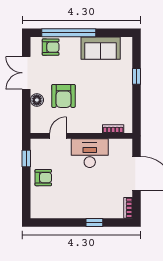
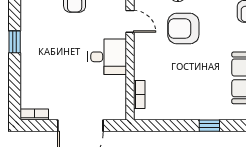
desk: (90, 153) -> (107, 57), width x0.73
window: (94, 223) -> (15, 42), moved

